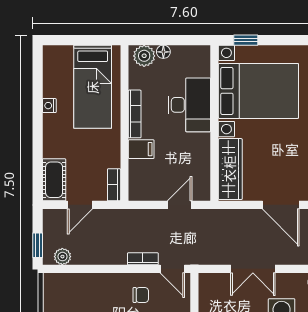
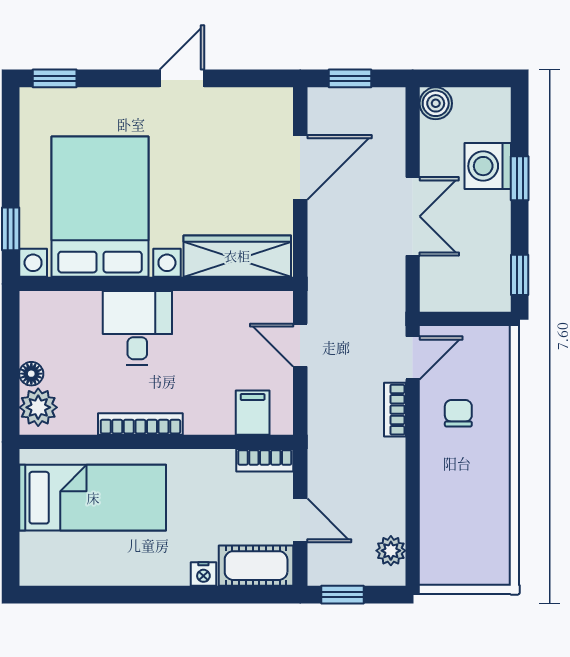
desk: (189, 105) -> (137, 328), width x0.73
nightstand: (49, 106) -> (203, 574), moved
filing cabinet: (141, 149) -> (253, 413), moved
window: (38, 245) -> (342, 595), moved

